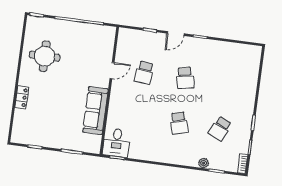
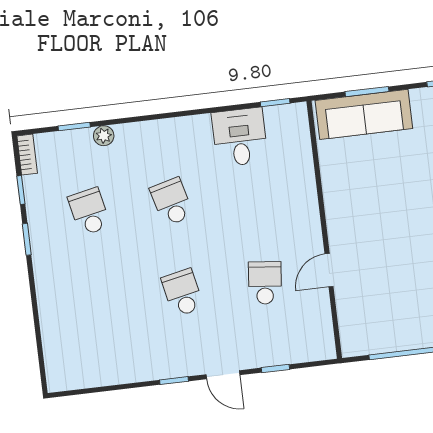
door: (176, 34) -> (223, 375), swing flipped
sofa: (95, 111) -> (364, 114), moved, turned 90
school desk: (220, 128) -> (89, 212), turned -36
desk: (116, 143) -> (240, 137), moved

